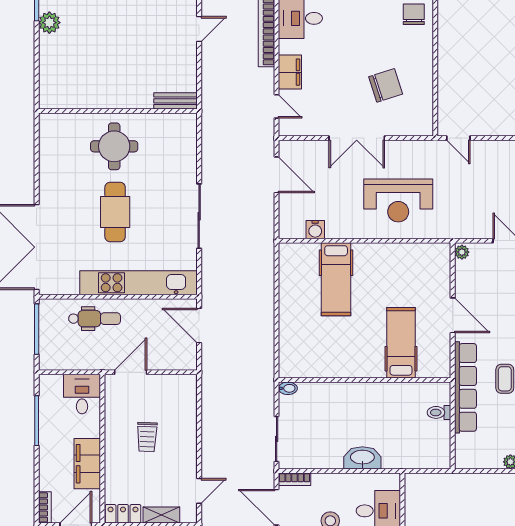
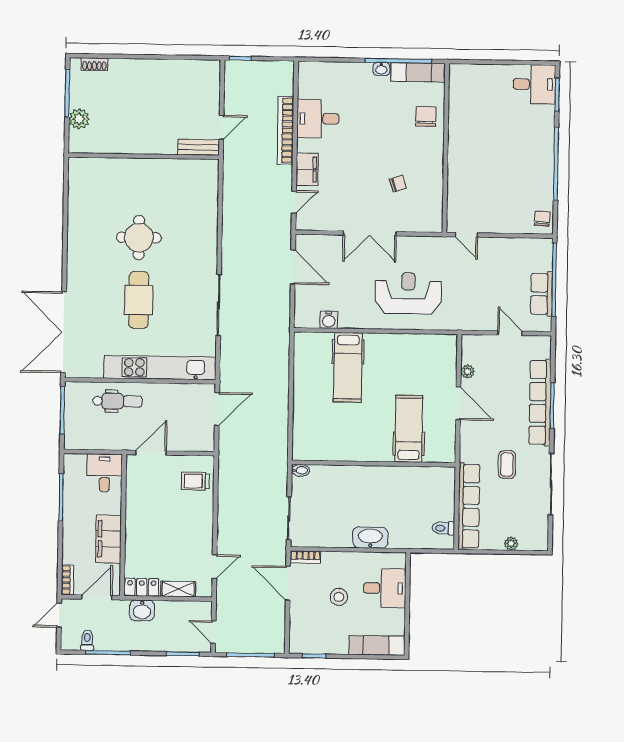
chair: (386, 85) -> (398, 184), width x0.54, depth x0.54
bench: (176, 101) -> (199, 147), moved
door: (277, 106) -> (294, 202), hinge flipped
wall: (118, 111) -> (144, 156), moved
reception desk: (398, 200) -> (408, 293), turned 180
plant: (462, 252) -> (468, 372), moved
door: (199, 325) -> (217, 409), swing flipped
row of seats: (465, 387) -> (469, 506), moved
toilet: (439, 412) -> (443, 528), moved
trolley: (147, 437) -> (195, 481), moved, turned 88

